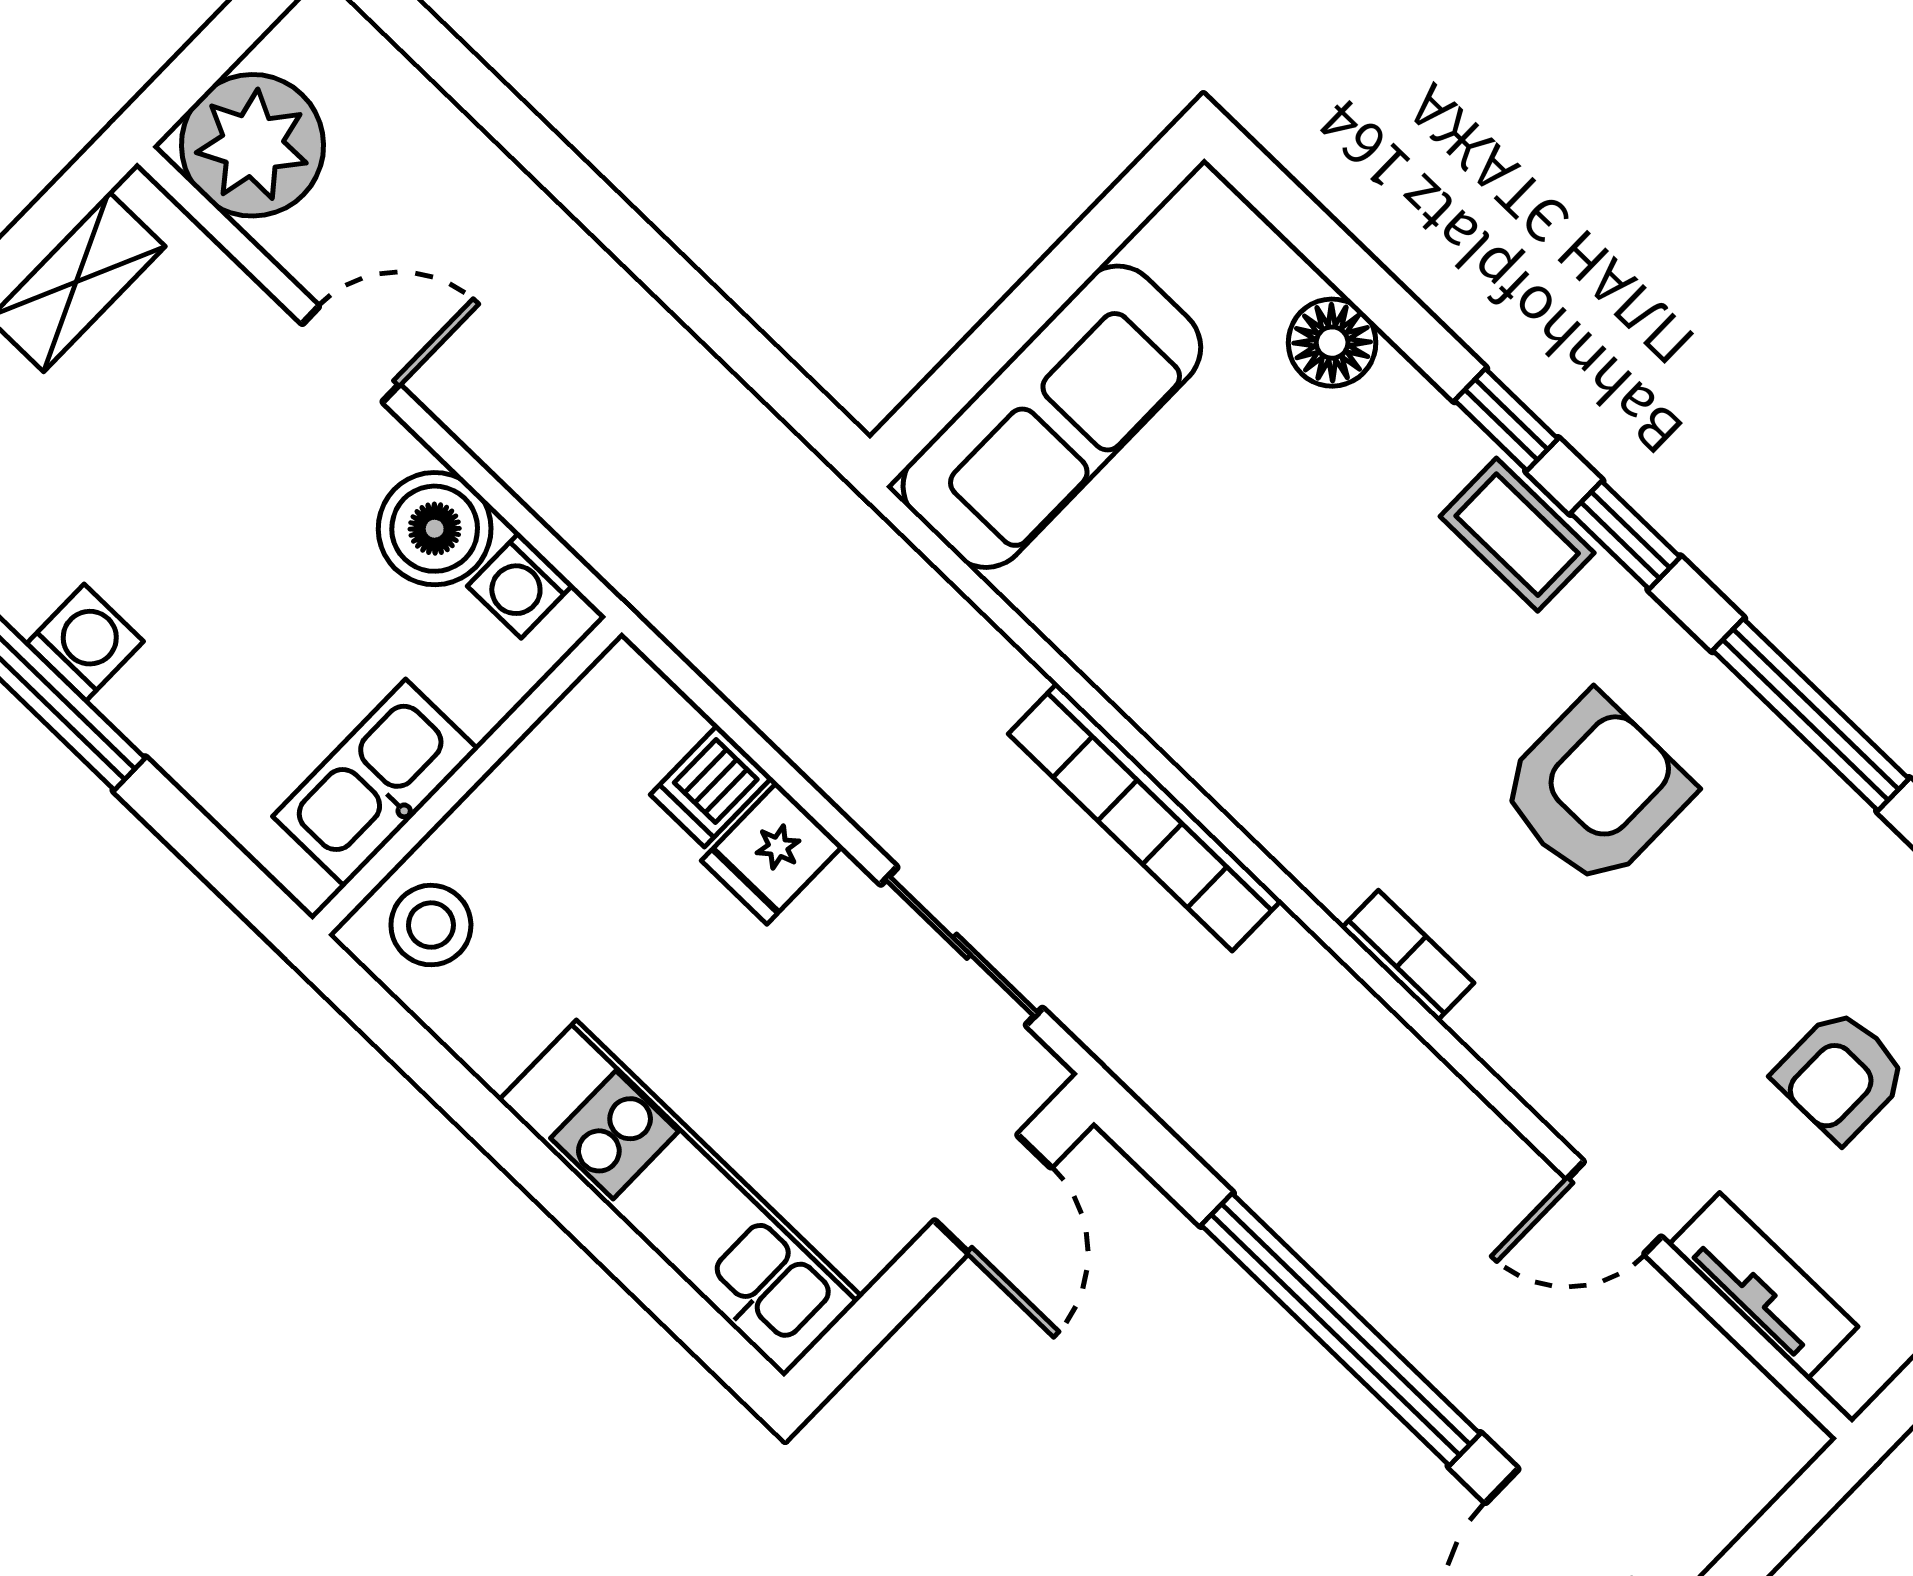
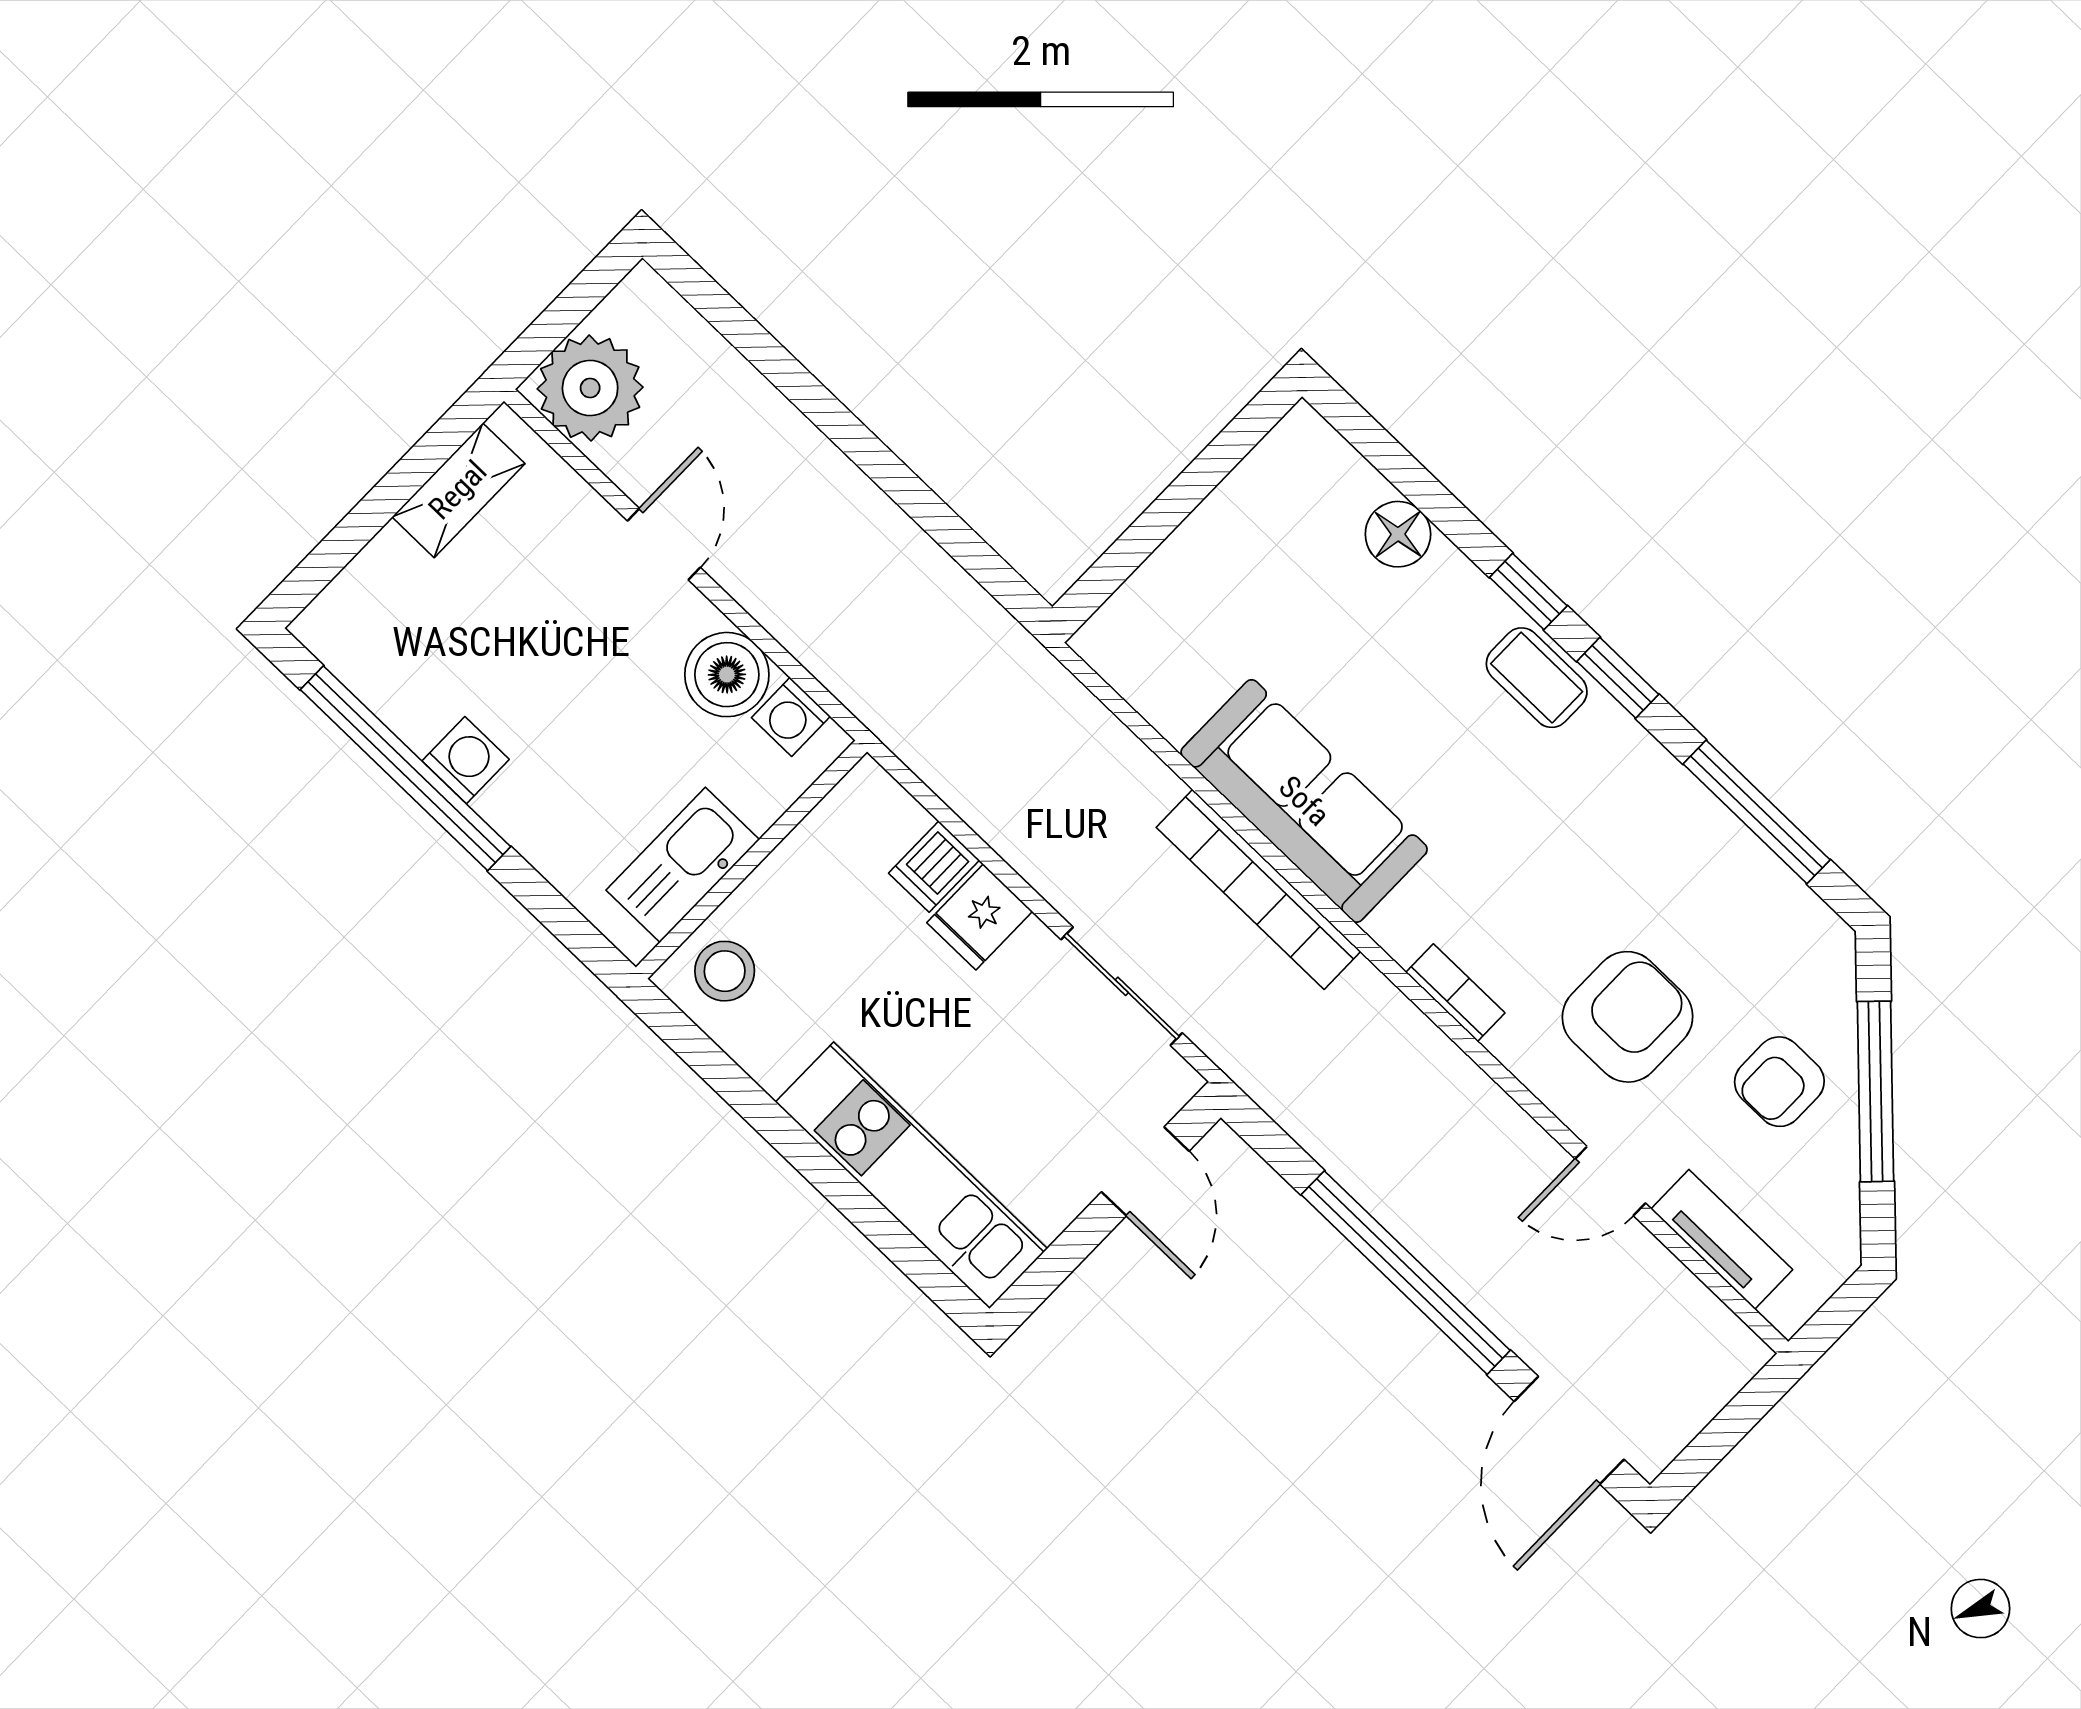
door: (351, 354) -> (664, 544), hinge flipped
sofa: (1052, 417) -> (1304, 801), moved, turned -90
armchair: (1595, 791) -> (1628, 1017), moved

